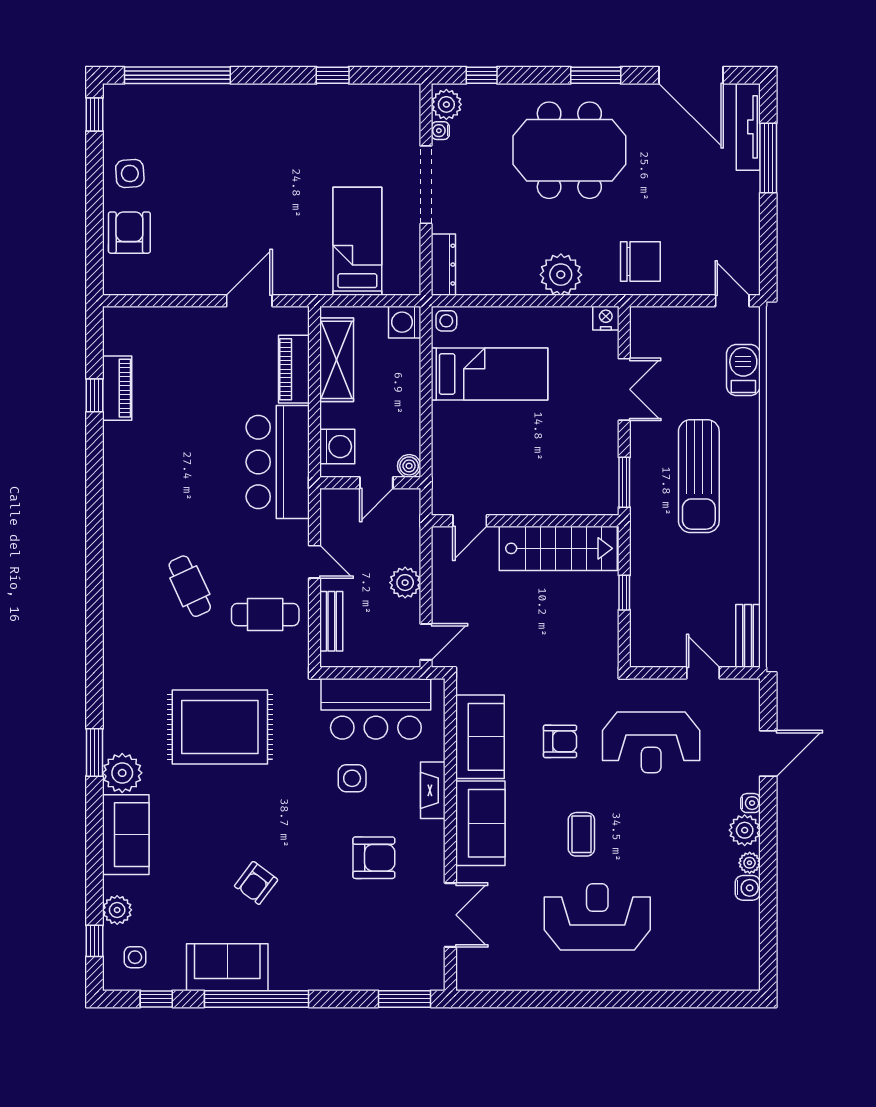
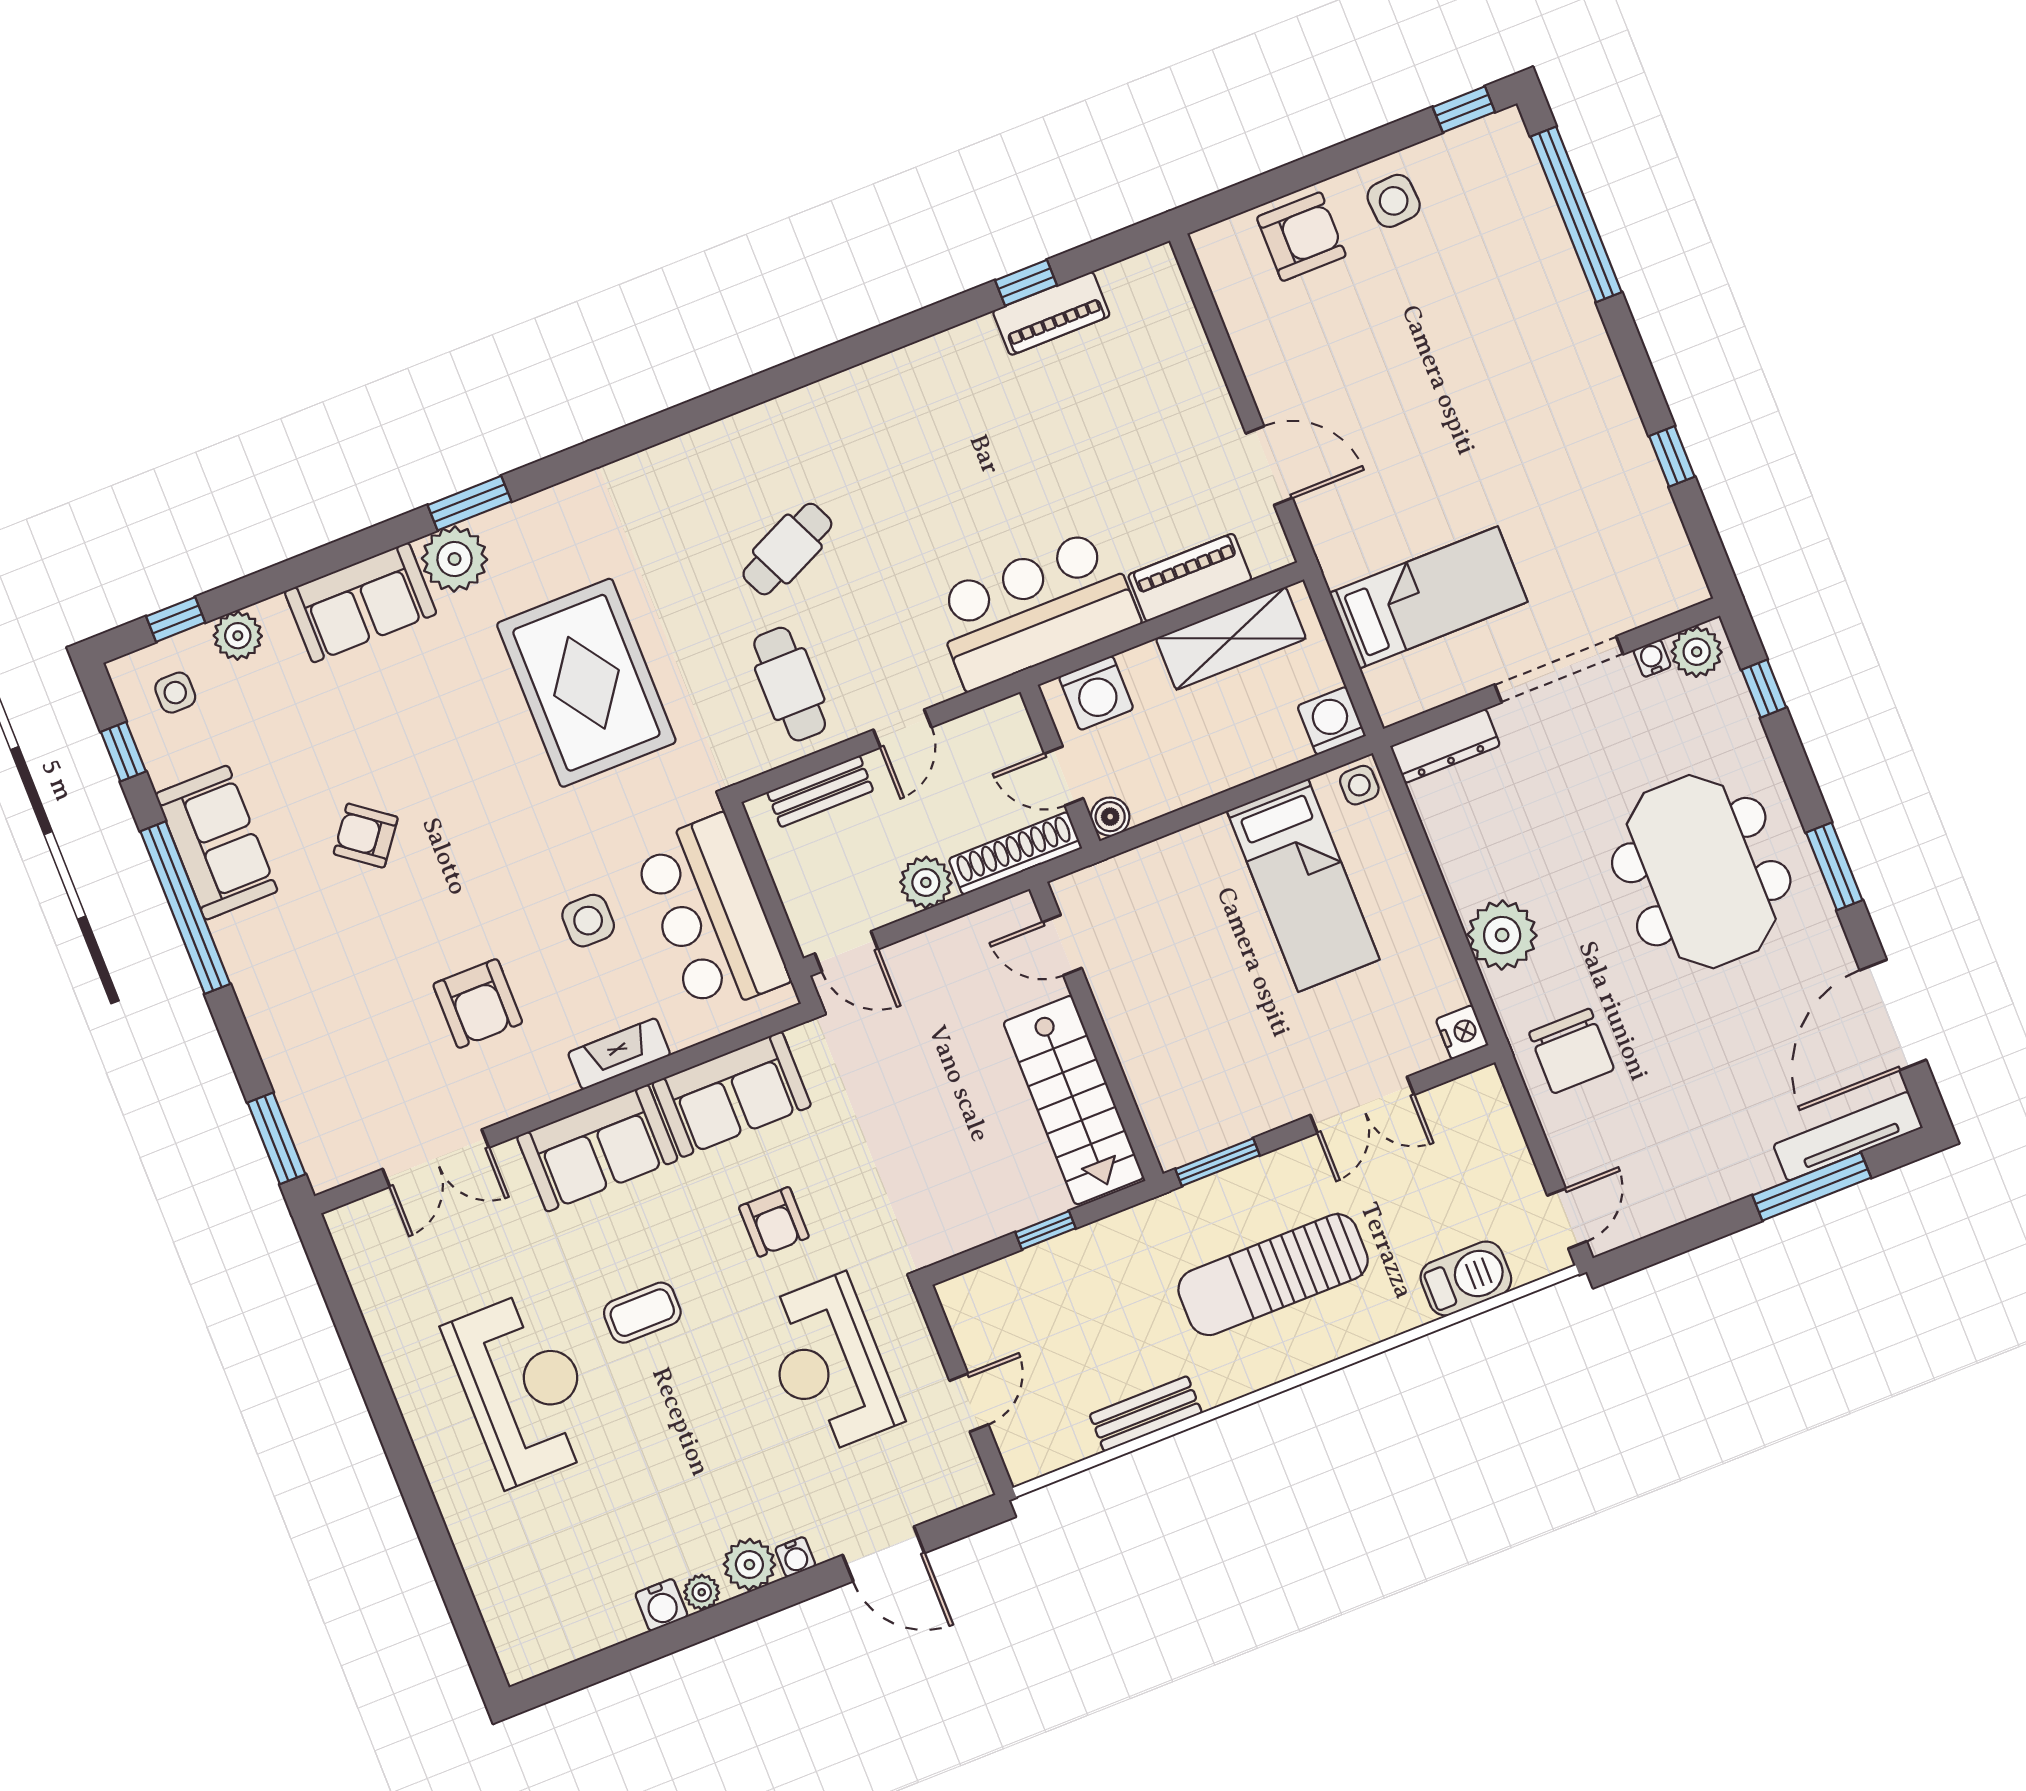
shoe rack: (409, 527) -> (1015, 853), added
bench: (748, 636) -> (1146, 1414), moved

